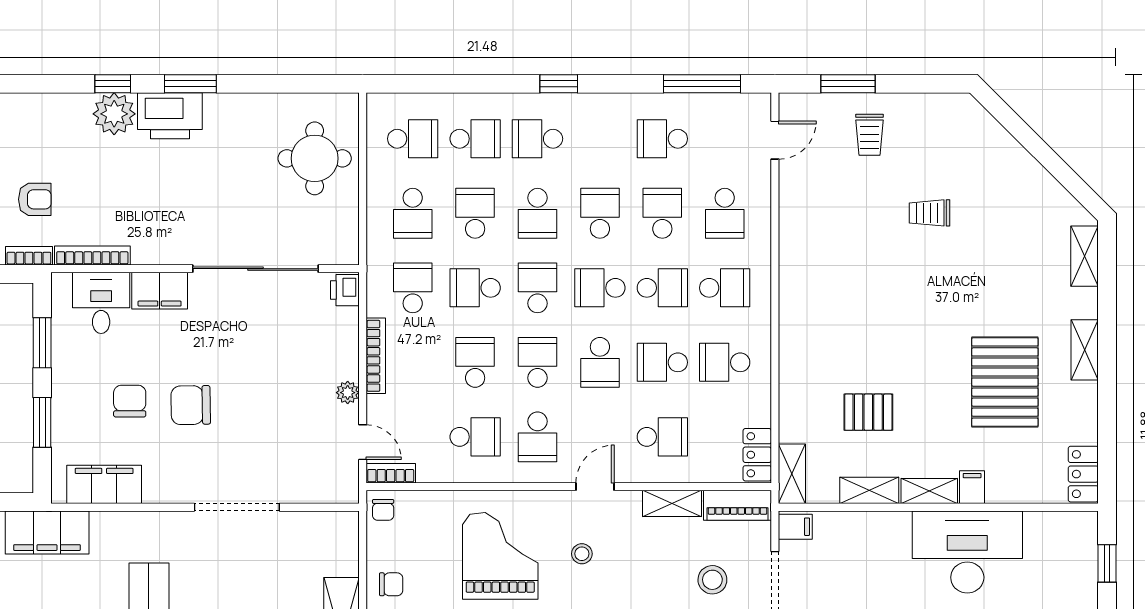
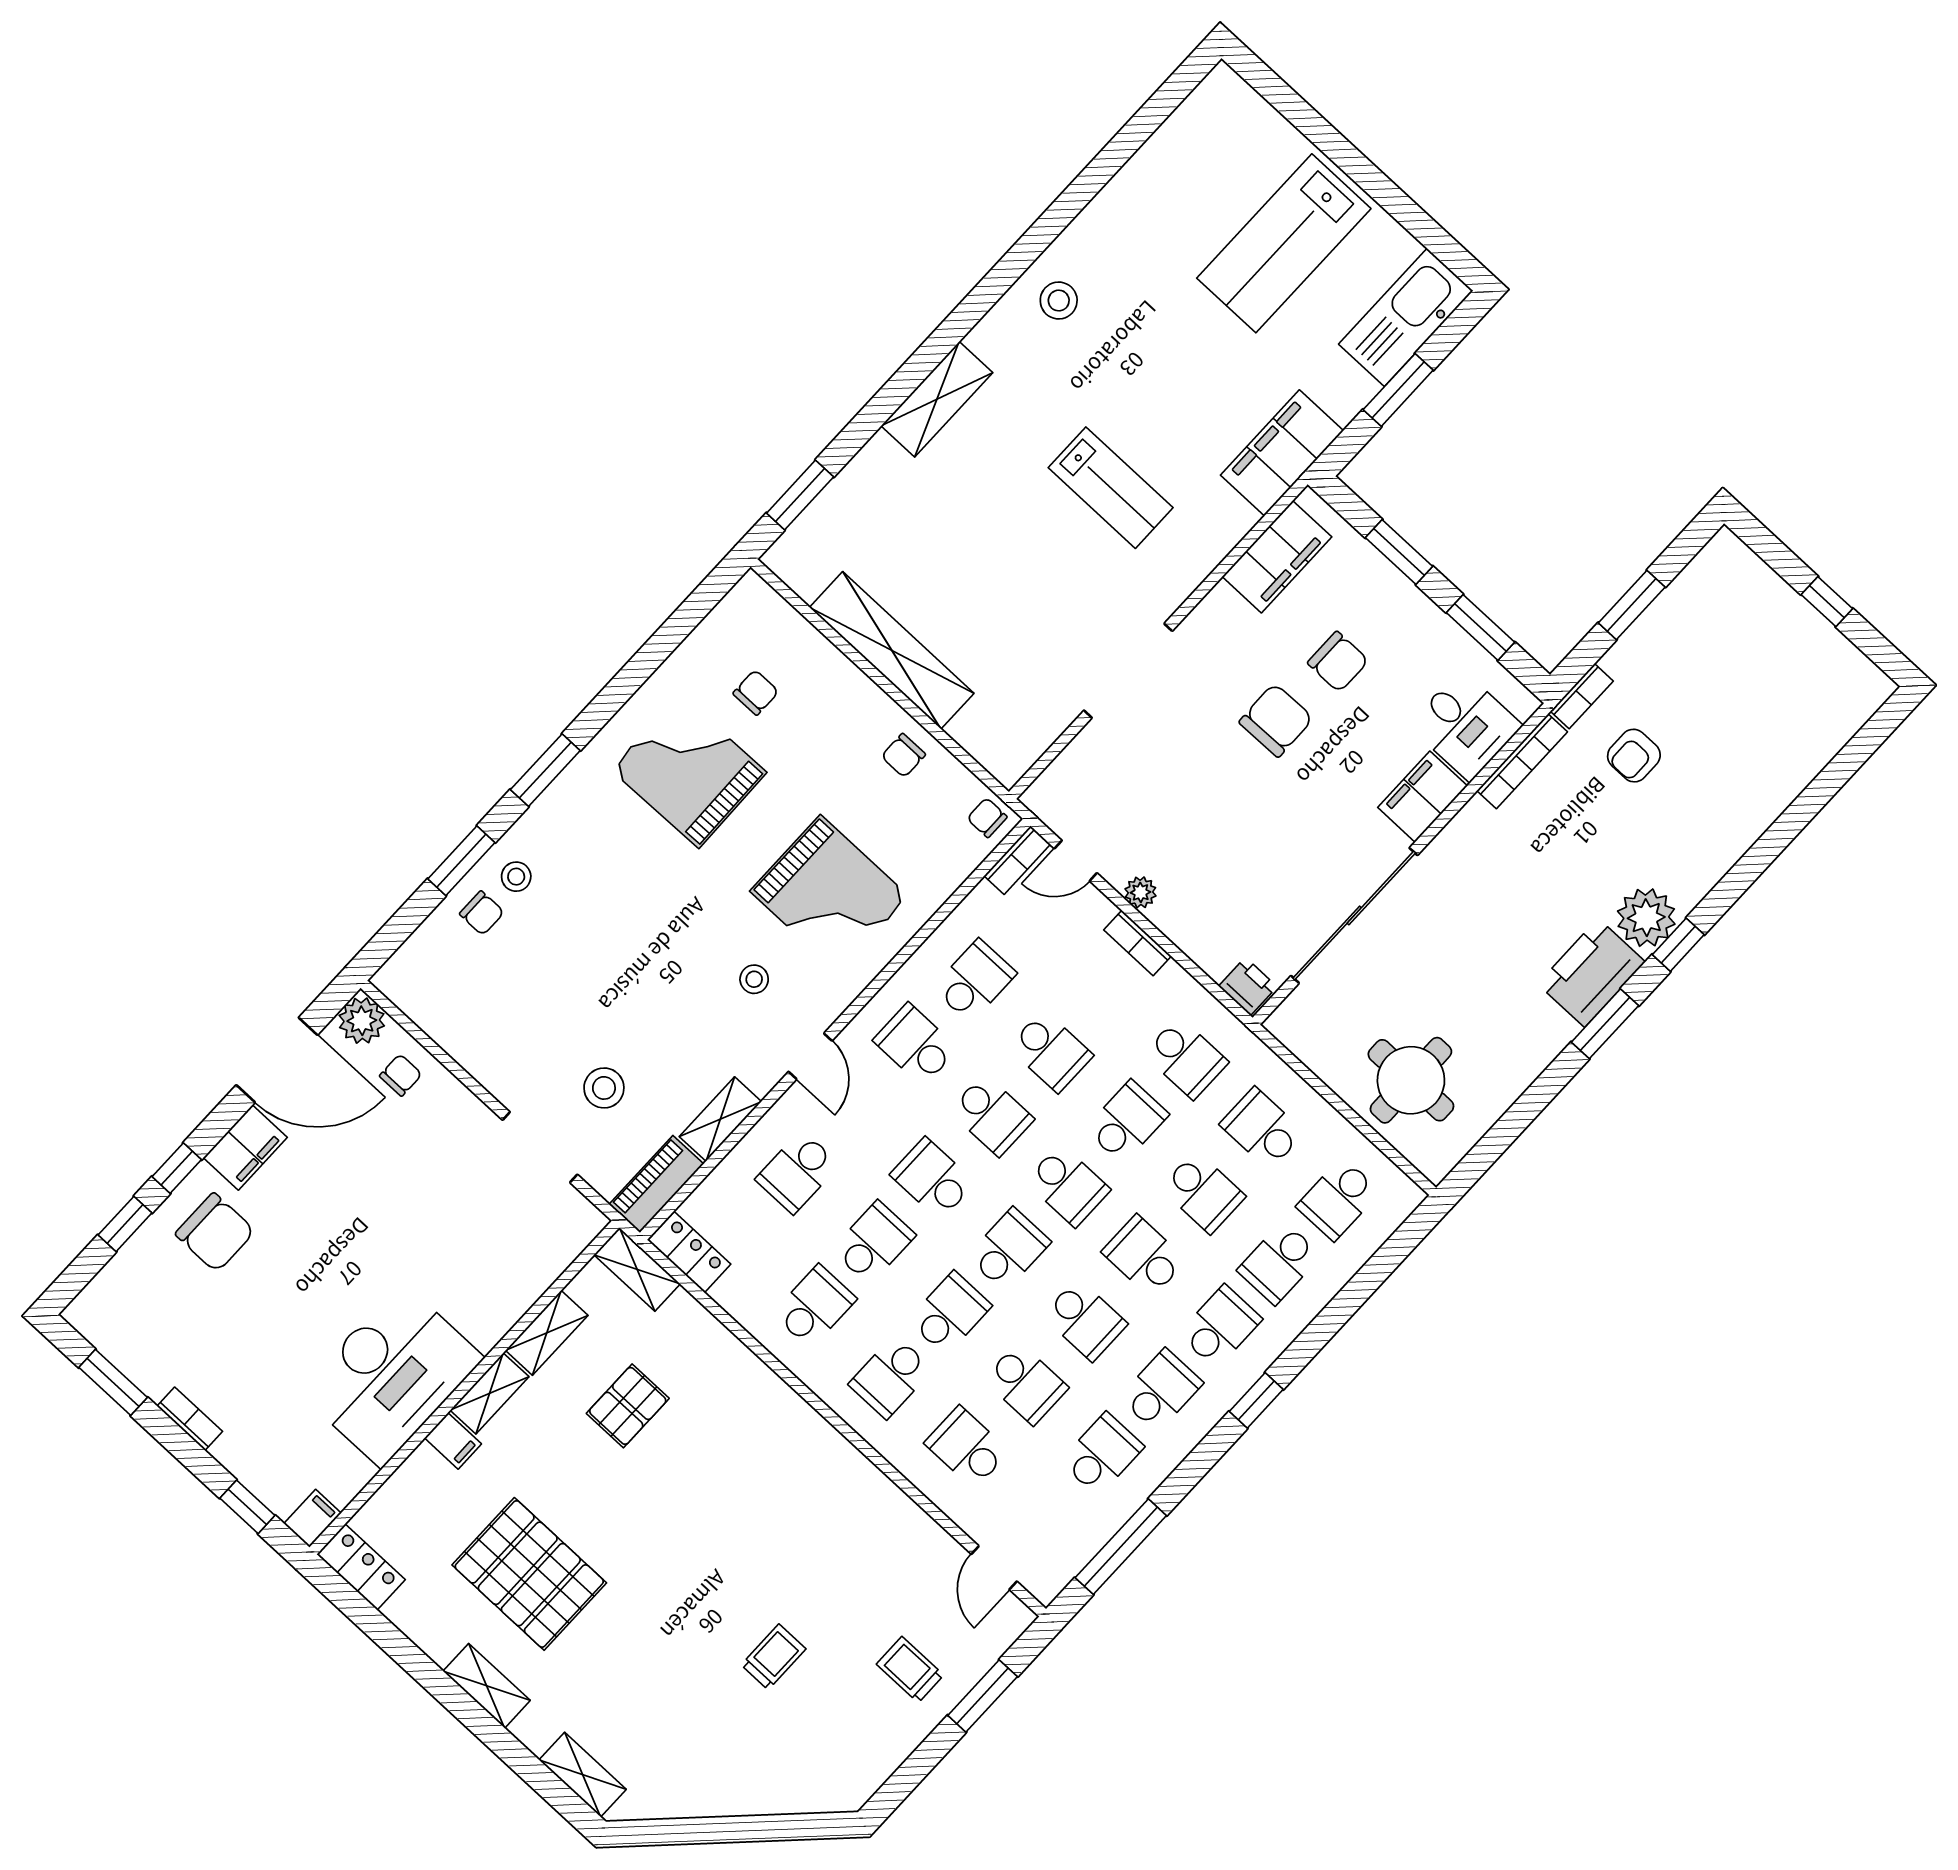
school desk: (600, 139) -> (1161, 1390), added
school desk: (662, 288) -> (950, 1313), turned 180
bookcase: (376, 356) -> (1137, 943), width x0.64
school desk: (475, 437) -> (975, 981), turned 180
filing cabinet: (795, 527) -> (312, 1518), moved, turned 180

